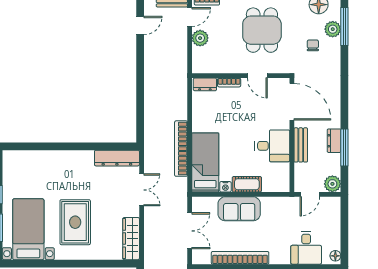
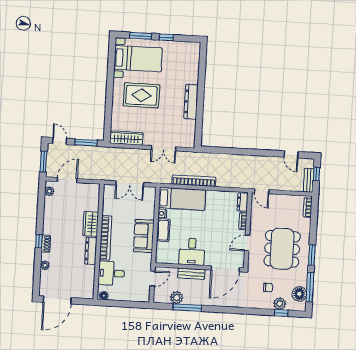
door: (190, 17) -> (262, 191), moved
window: (344, 26) -> (281, 313), width x0.46
dining table: (262, 30) -> (282, 249), width x1.38
plant: (200, 38) -> (279, 200), removed
dresser: (334, 141) -> (193, 300), removed
dresser: (117, 158) -> (191, 102), moved
plant: (332, 184) -> (177, 298), moved
door: (310, 194) -> (153, 278), swing flipped
sofa: (239, 209) -> (144, 236), moved
bookcase: (240, 258) -> (106, 238), moved

